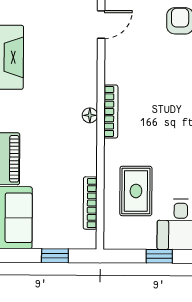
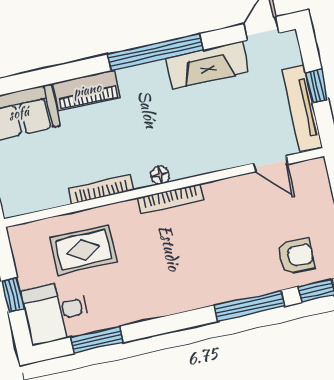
bookcase: (90, 203) -> (101, 189), moved

